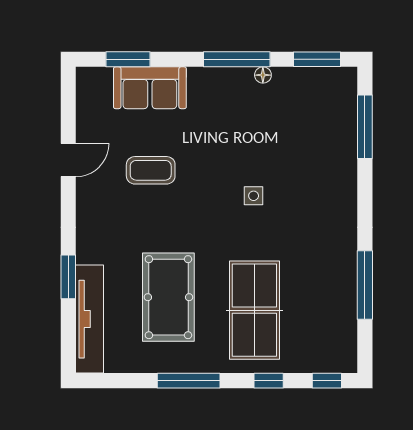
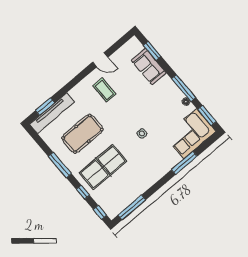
corner sofa: (324, 114) -> (190, 134), added
window: (365, 127) -> (184, 163), moved
coffee table: (151, 170) -> (104, 90), moved
window: (68, 277) -> (45, 107), moved
window: (365, 285) -> (132, 207), moved

